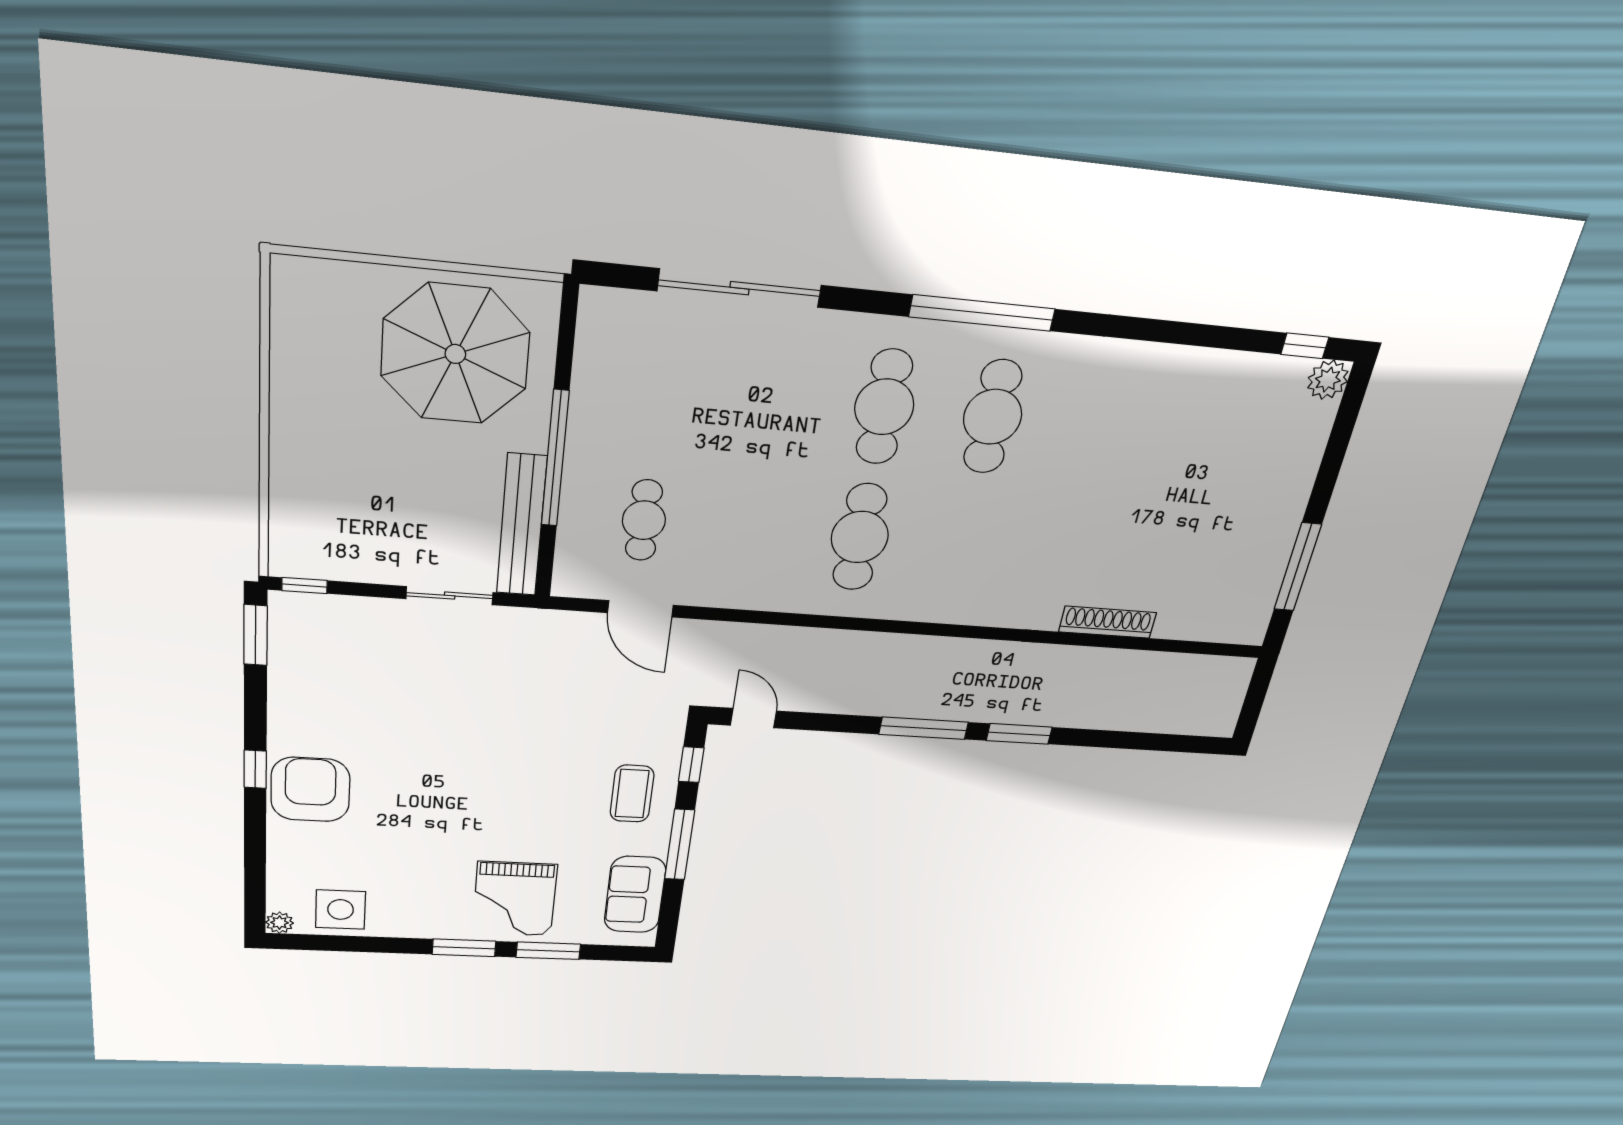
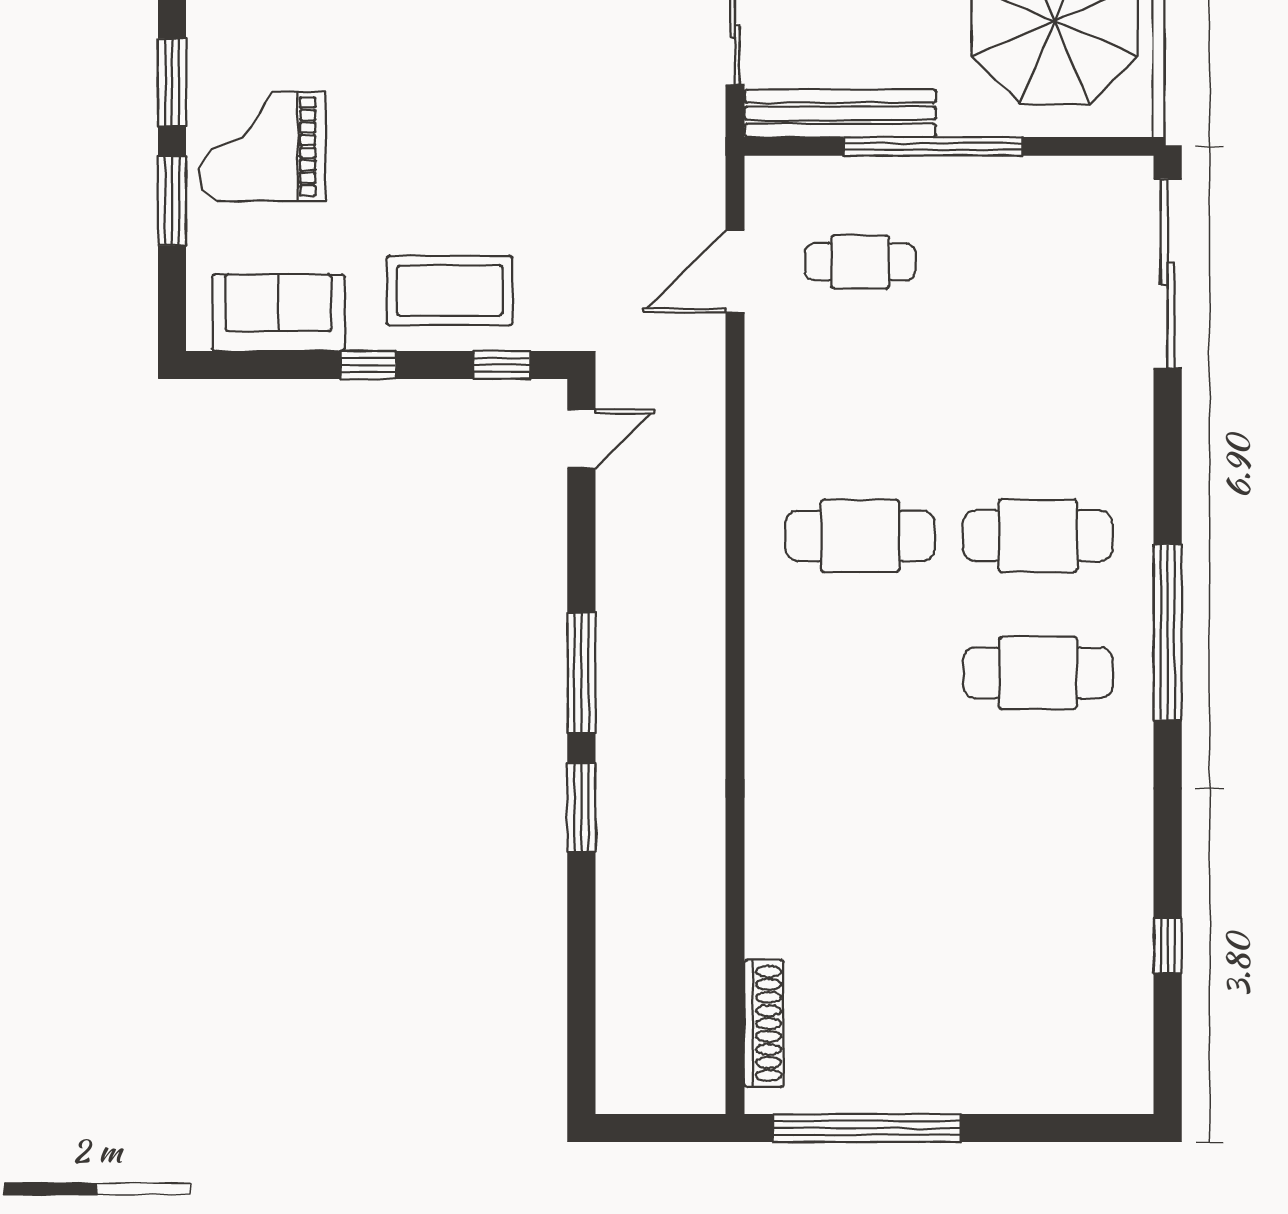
sliding door: (740, 288) -> (1168, 274), moved
window: (1305, 346) -> (1168, 946), moved
plant: (1328, 380) -> (1127, 1088), removed
window: (1298, 567) -> (867, 1128), width x1.46
shoe rack: (1107, 622) -> (764, 1023), moved
coffee table: (632, 794) -> (450, 291), width x1.36, depth x1.32
window: (680, 845) -> (368, 365), width x0.46

